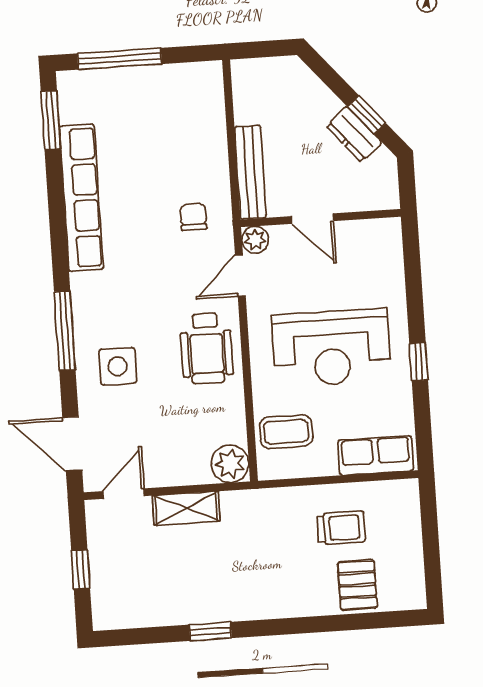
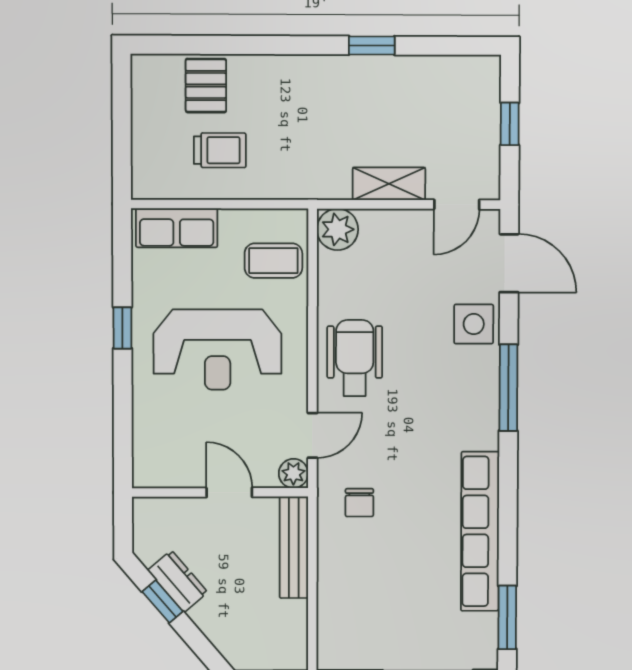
reception desk: (331, 348) -> (218, 350), turned 180
side table: (118, 366) -> (474, 324), moved
trolley: (341, 528) -> (220, 150), turned 180

